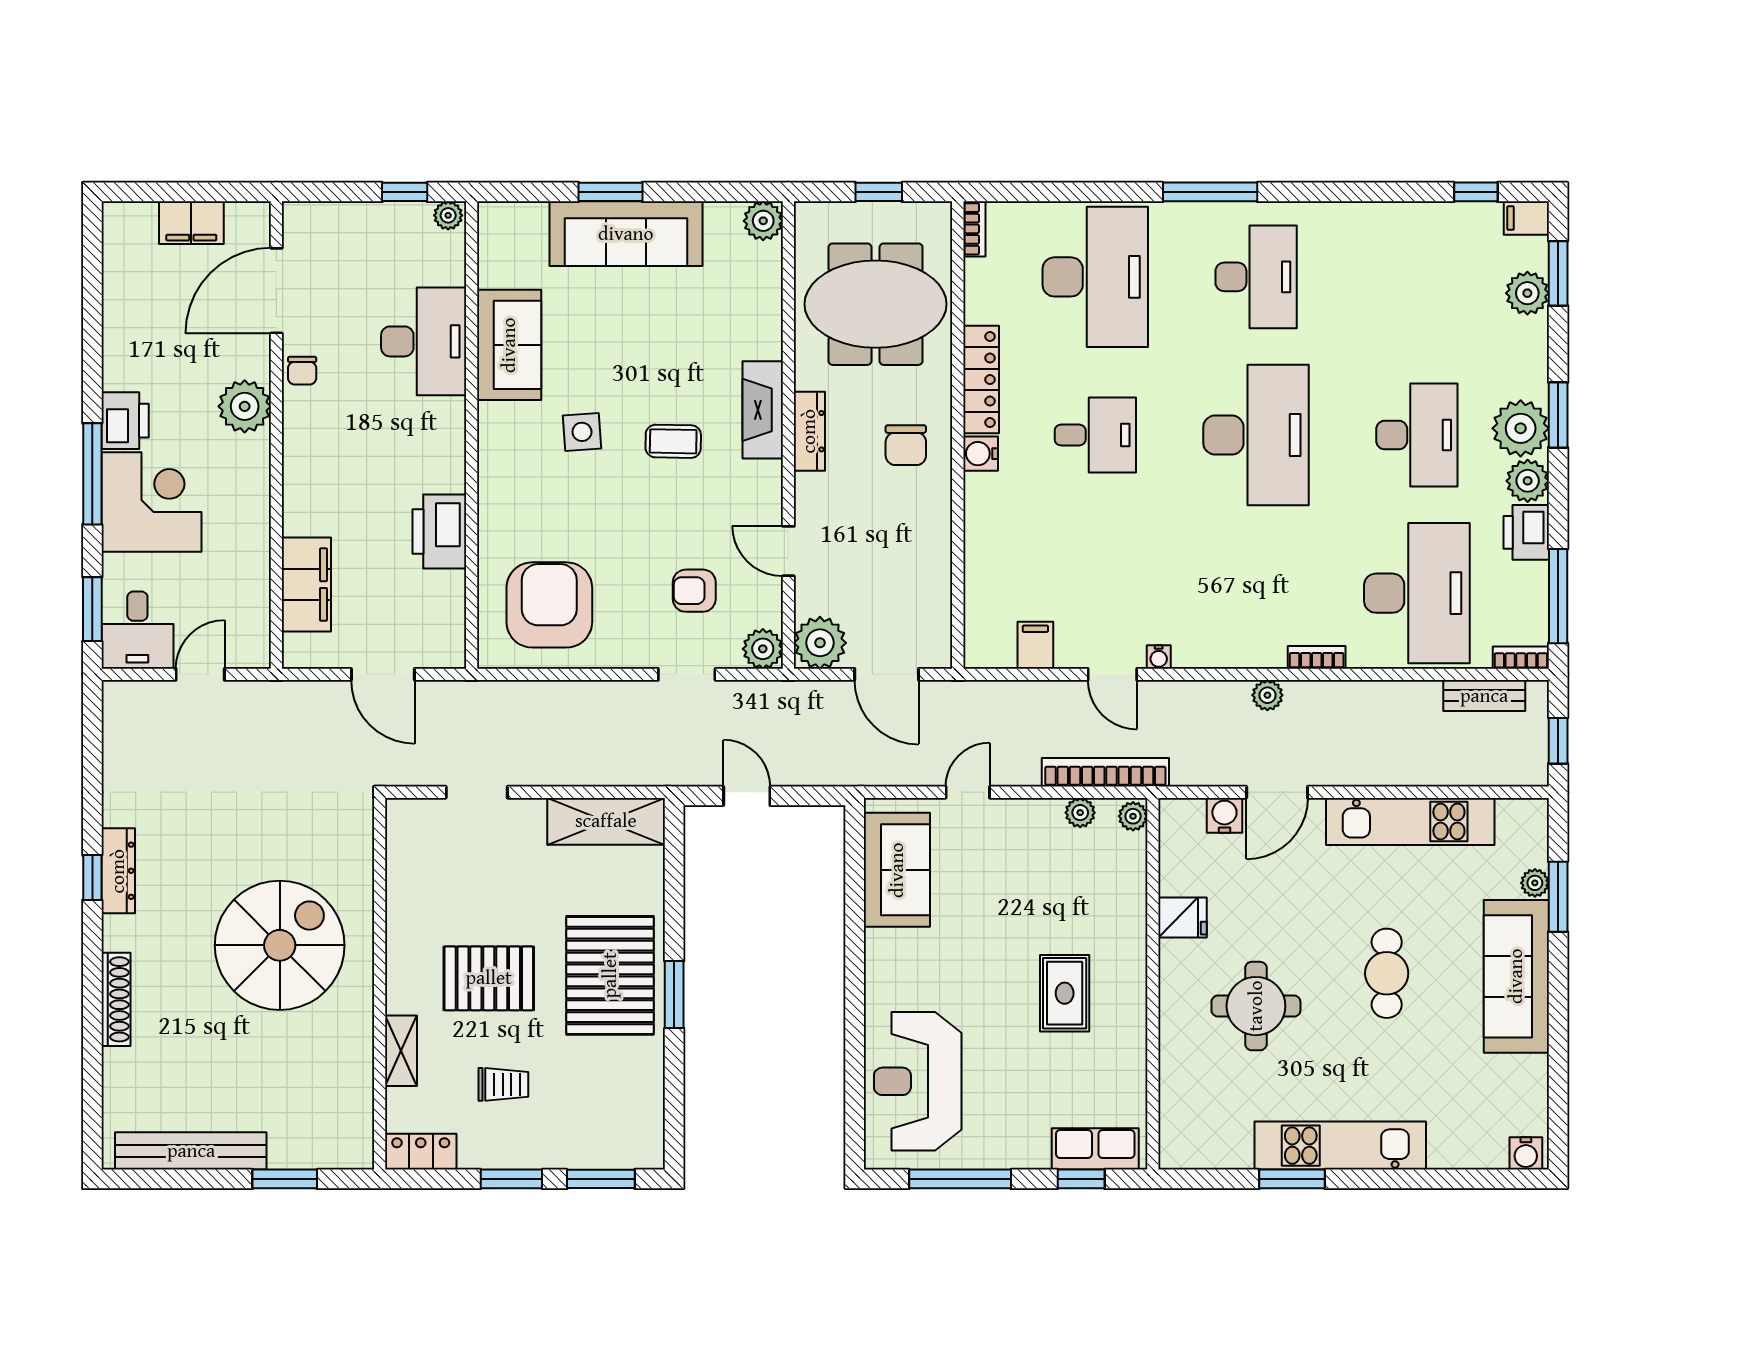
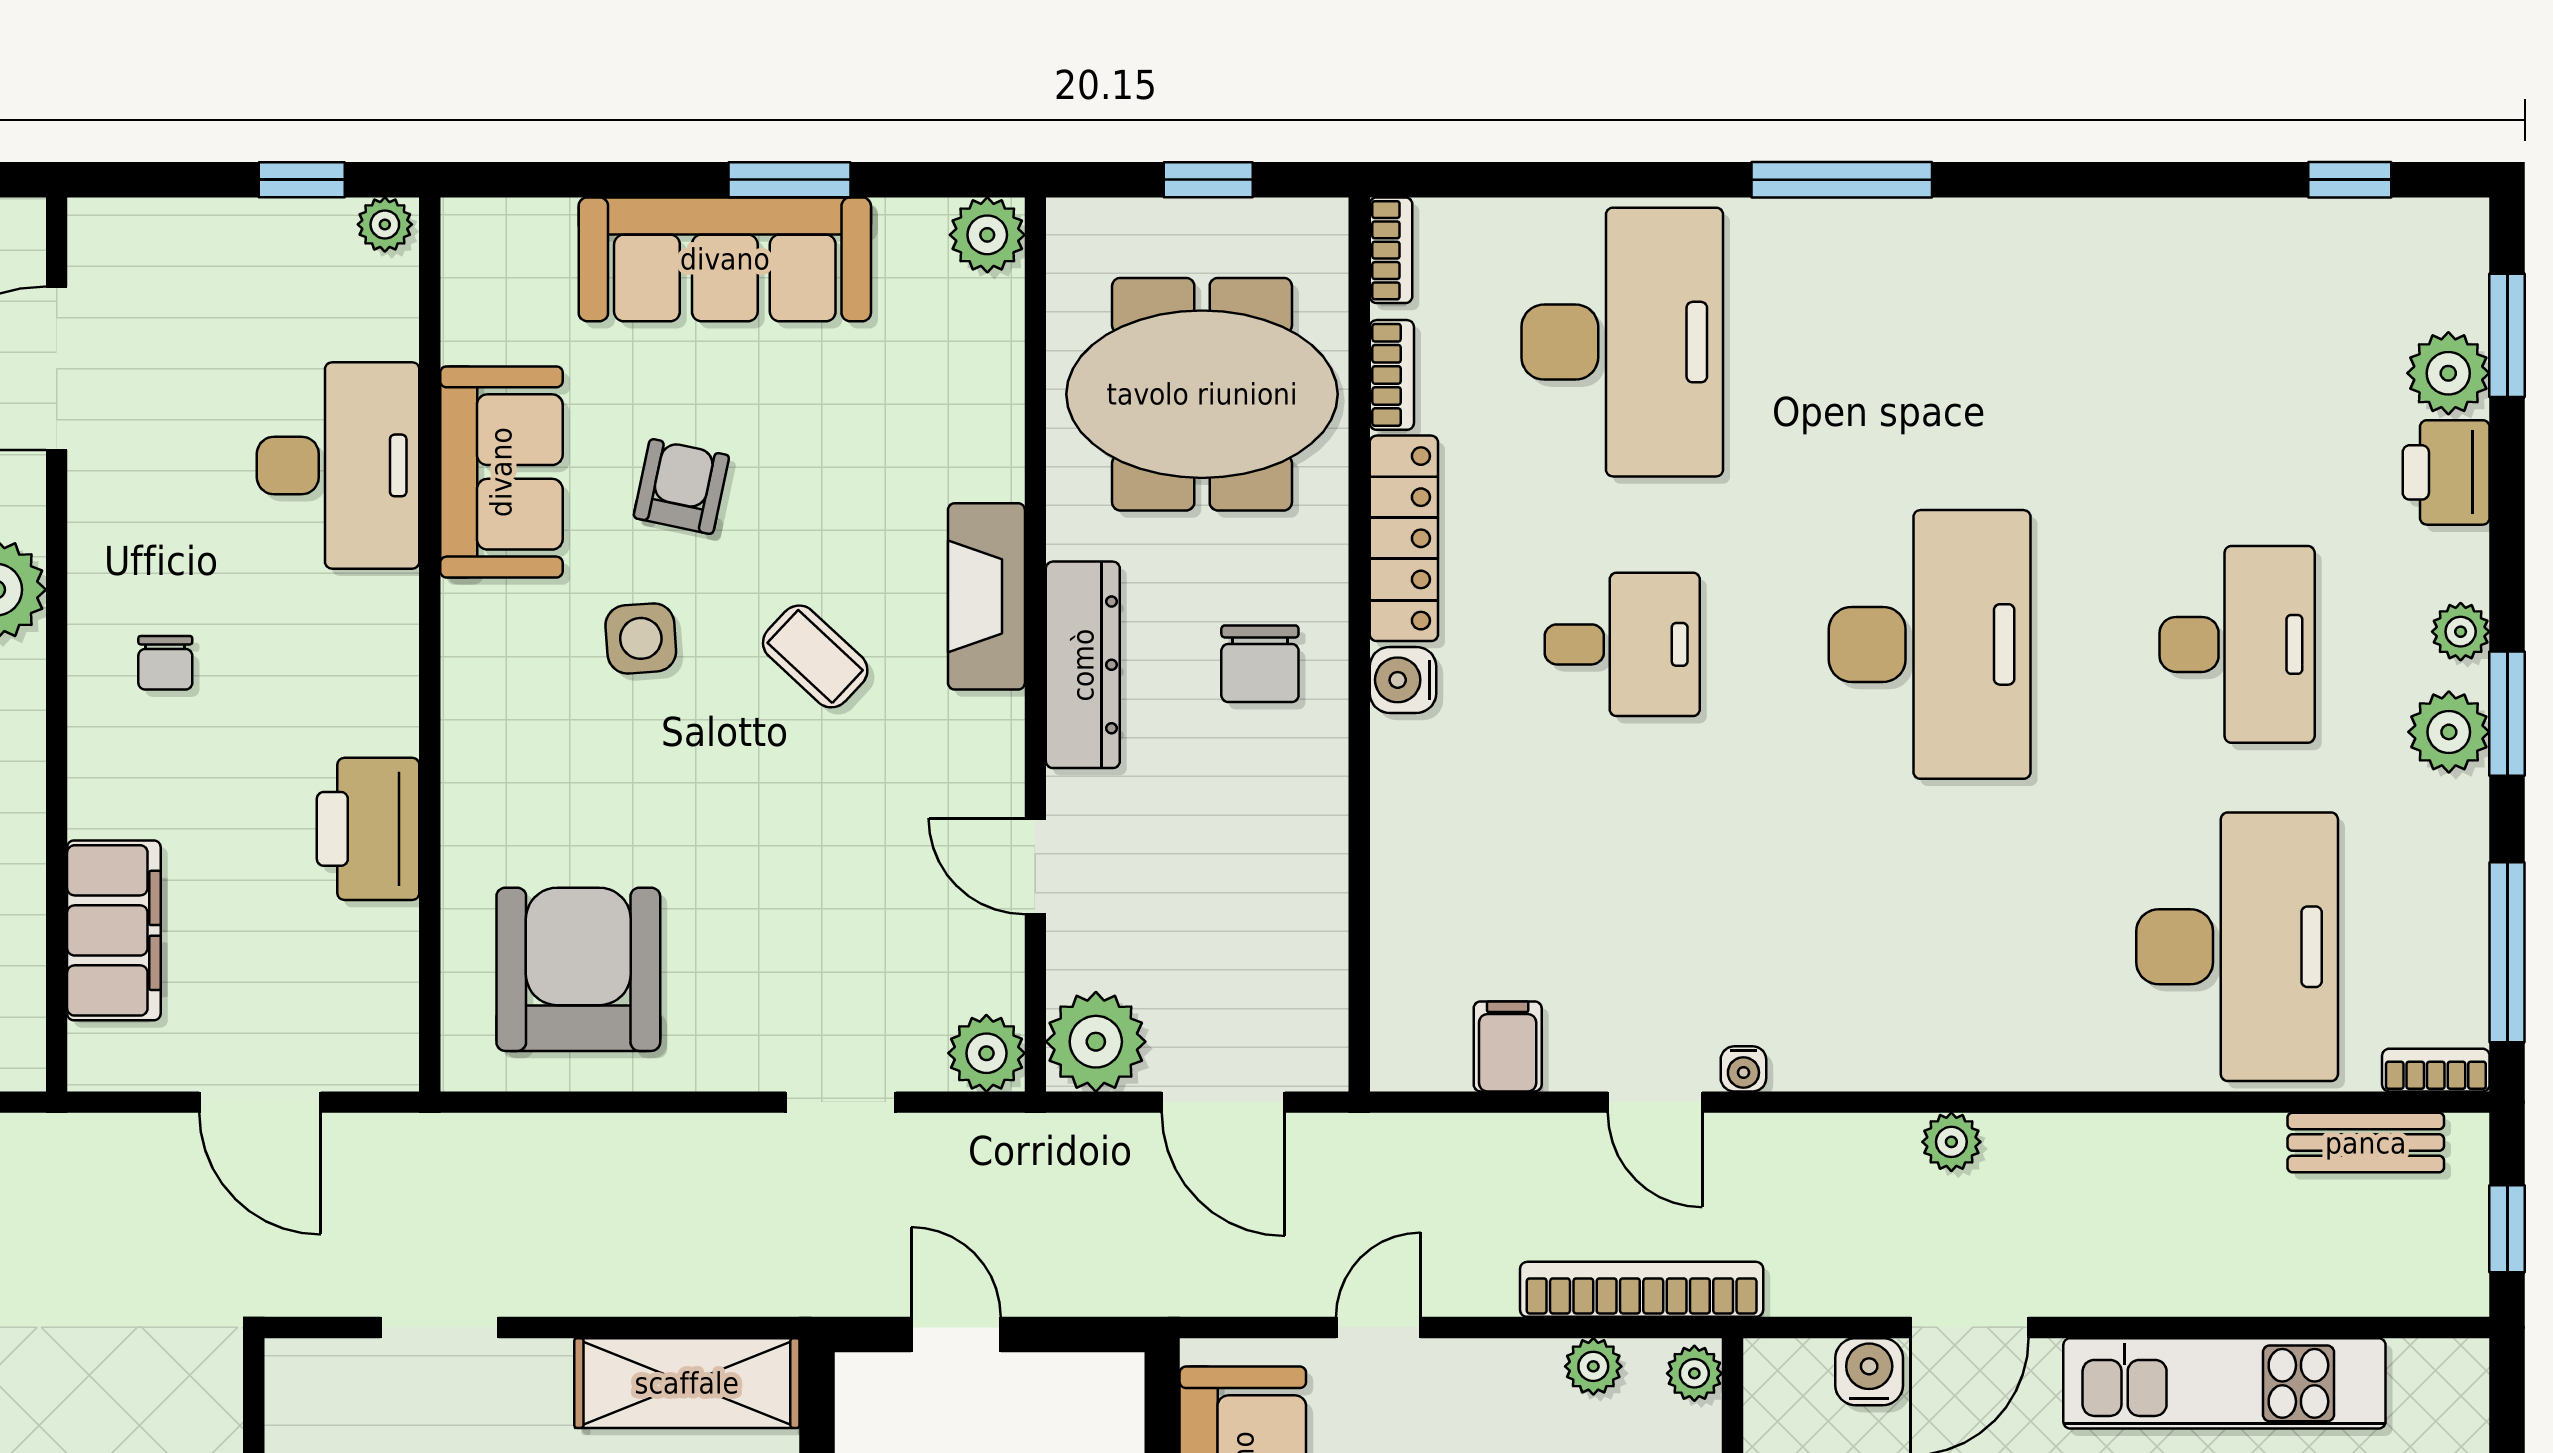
window: (610, 192) -> (789, 180), moved
filing cabinet: (1526, 218) -> (2446, 230), removed
desk: (1256, 277) -> (1930, 342), removed
chair: (302, 371) -> (165, 663), moved
window: (1558, 415) -> (2507, 714), moved
plant: (1521, 428) -> (2461, 632), width x0.53, depth x0.53
dresser: (809, 431) -> (1083, 665), width x1.37, depth x1.24
coffee table: (673, 441) -> (815, 656), turned 42
printer: (1526, 532) -> (2446, 472), moved
armchair: (694, 591) -> (681, 487), moved, turned 102
bookcase: (1317, 657) -> (1392, 375), moved, turned 90

